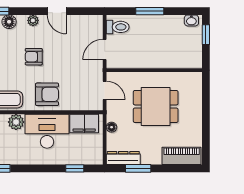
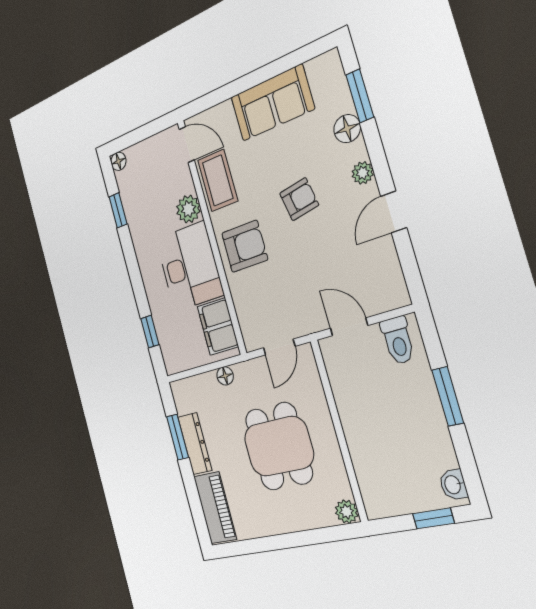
armchair: (34, 57) -> (299, 199), turned 80
plant: (196, 78) -> (347, 512), added
armchair: (47, 94) -> (245, 246), turned -90
dresser: (123, 158) -> (195, 444), moved

